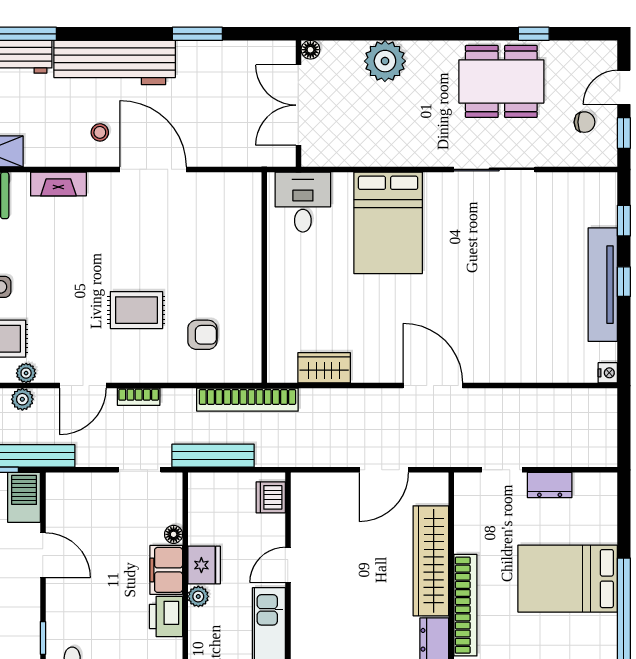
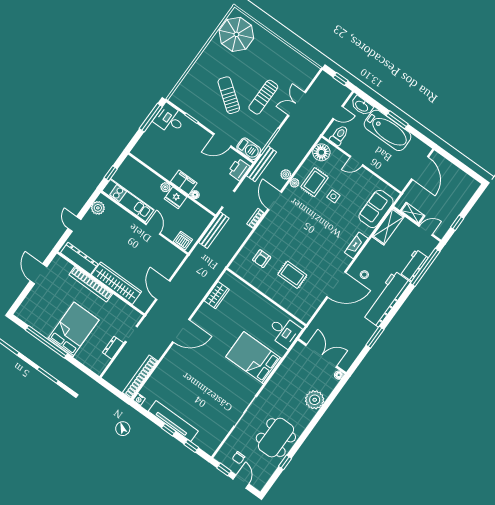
rug: (136, 310) -> (292, 275), moved, turned 90
bookcase: (247, 400) -> (140, 377), moved
printer: (166, 616) -> (239, 169), moved, turned -90

